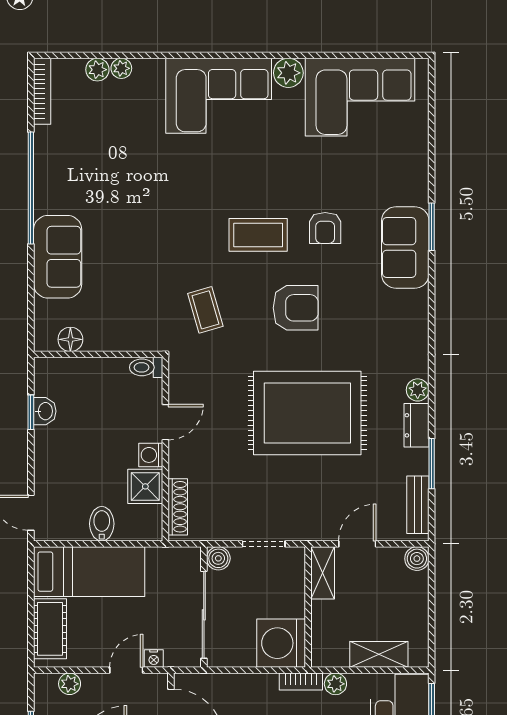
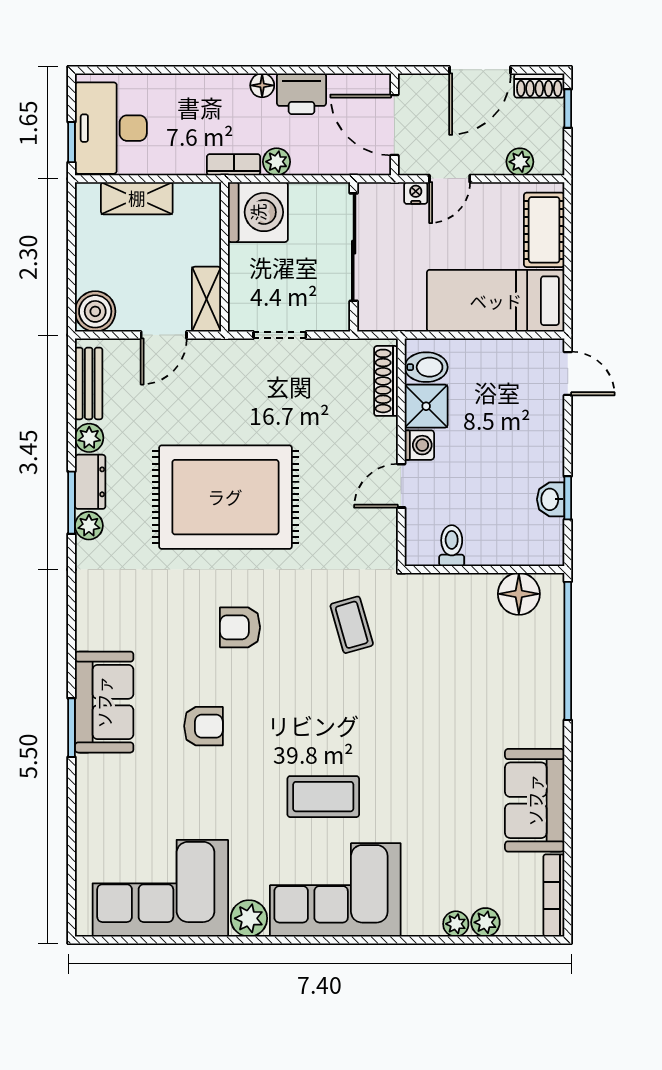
window: (31, 188) -> (568, 651), moved
armchair: (325, 228) -> (203, 726), turned 90
coffee table: (258, 235) -> (323, 797), moved
sofa: (58, 257) -> (535, 800), moved
armchair: (296, 308) -> (240, 627), width x0.72, depth x0.72
floor lamp: (70, 339) -> (519, 594), width x1.38, depth x1.38
toilet: (146, 367) -> (452, 546), moved, turned -90
plant: (417, 461) -> (89, 438), added
window: (432, 464) -> (72, 503), moved
bidet: (102, 524) -> (426, 367), moved, turned -90
boiler: (218, 558) -> (336, 317), removed
boiler: (417, 559) -> (95, 311), width x1.36, depth x1.36
plant: (335, 684) -> (277, 162), moved

